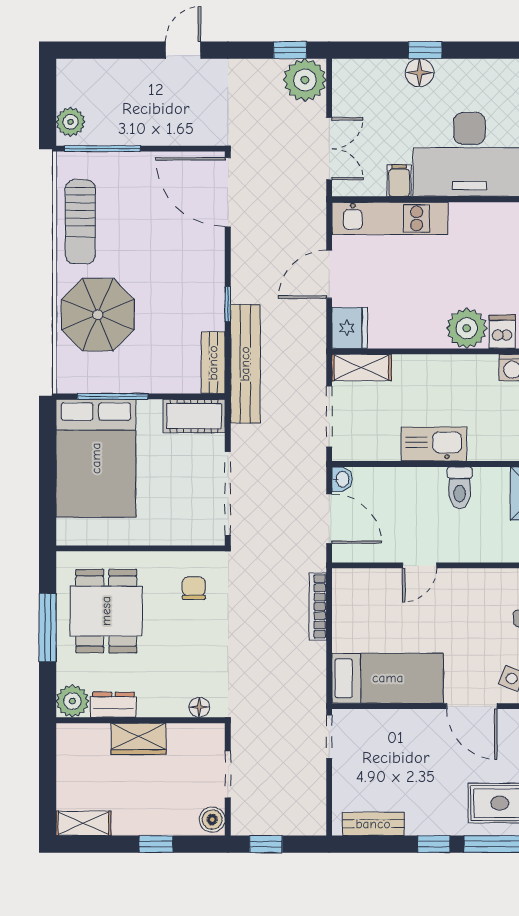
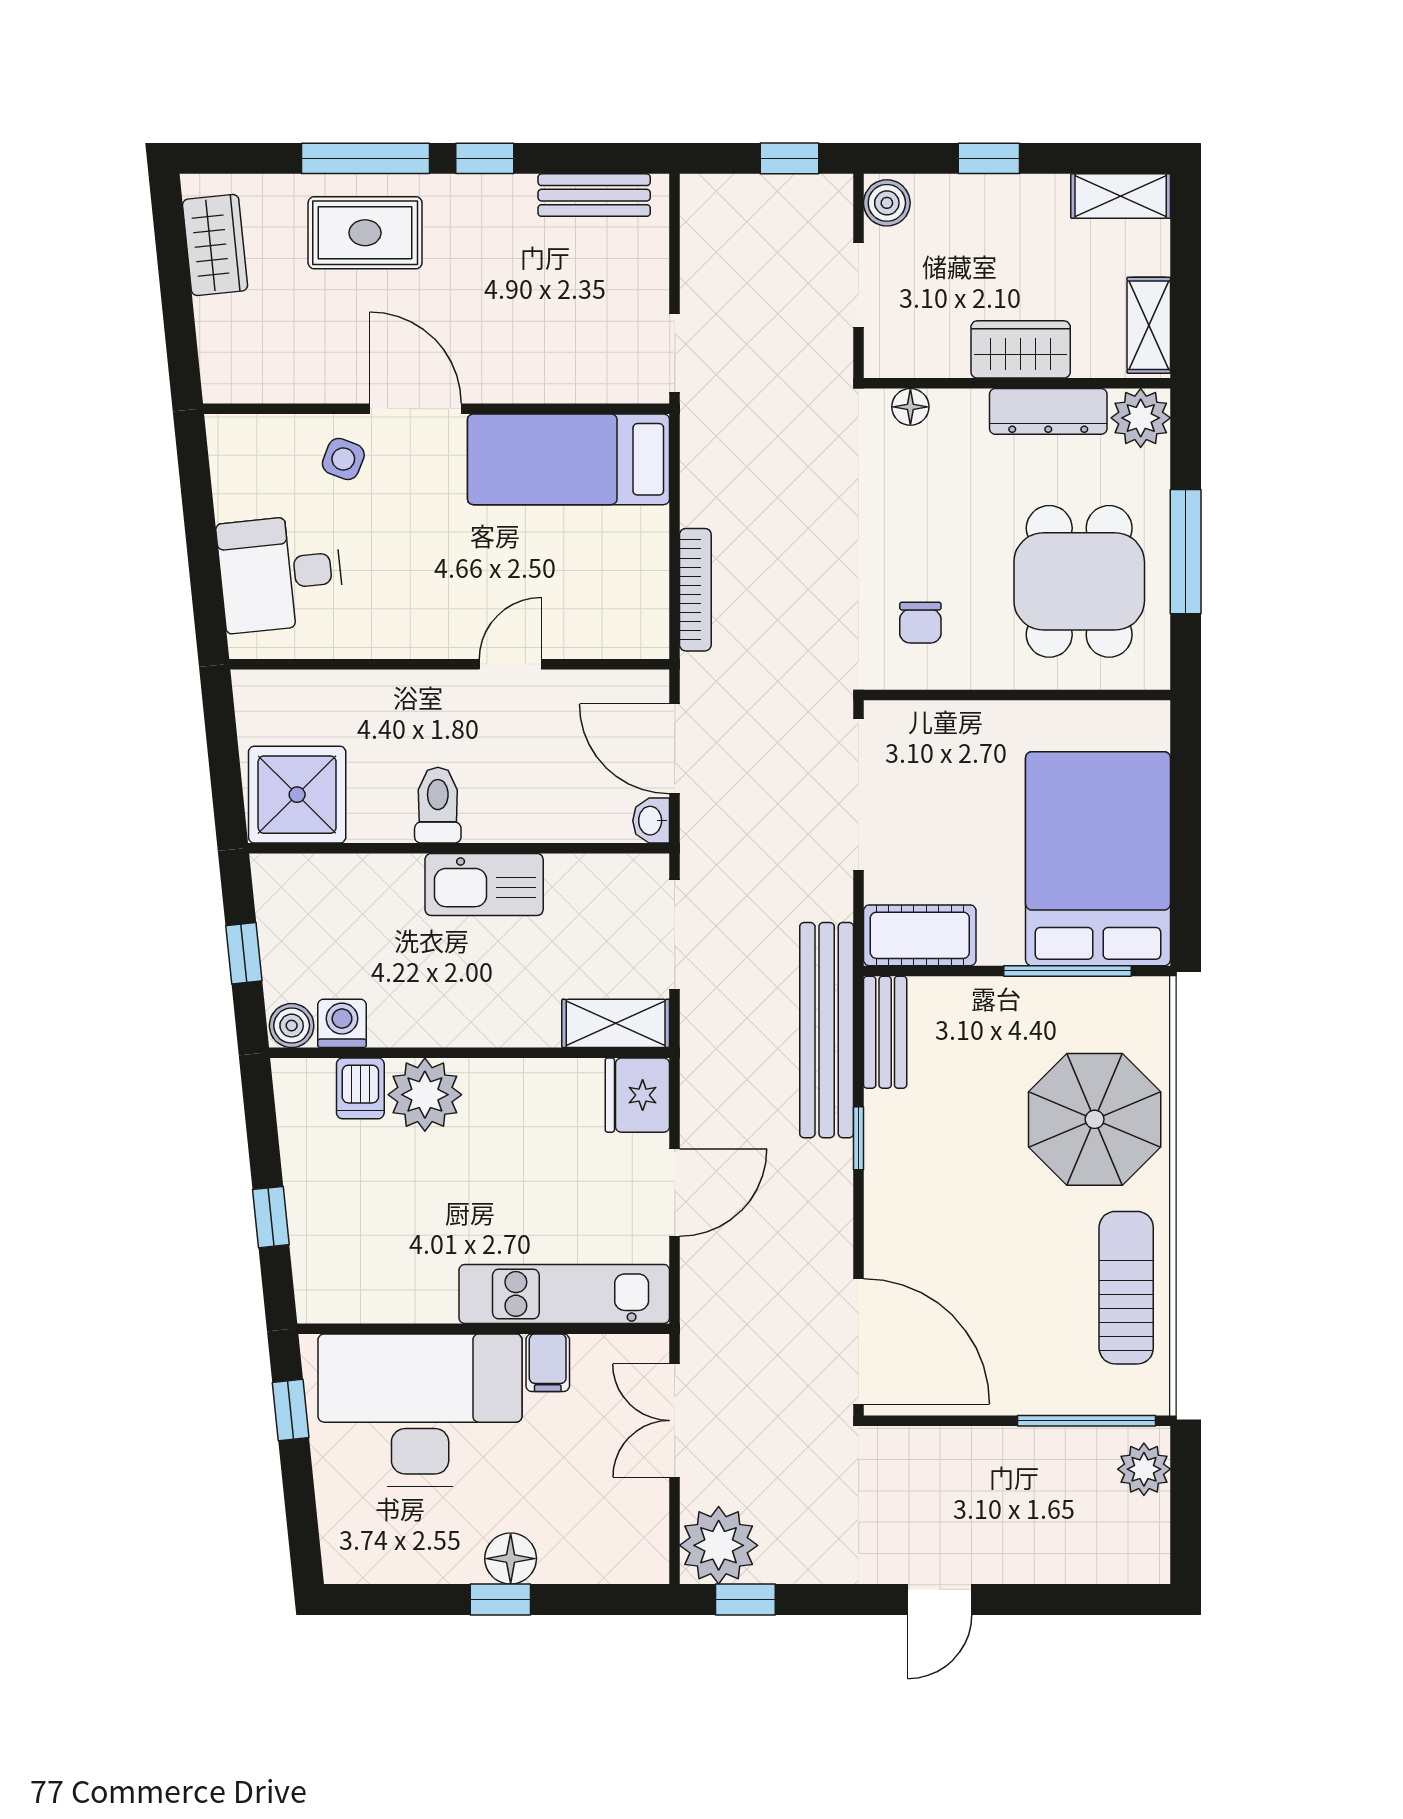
dresser: (113, 705) -> (1048, 411), width x1.44
shelving: (68, 752) -> (1149, 325), added

